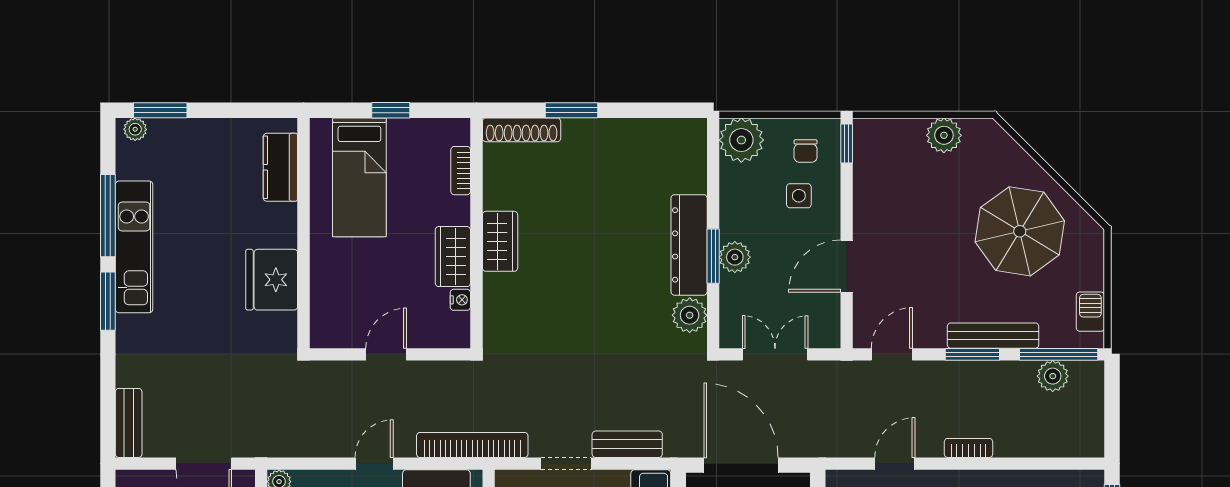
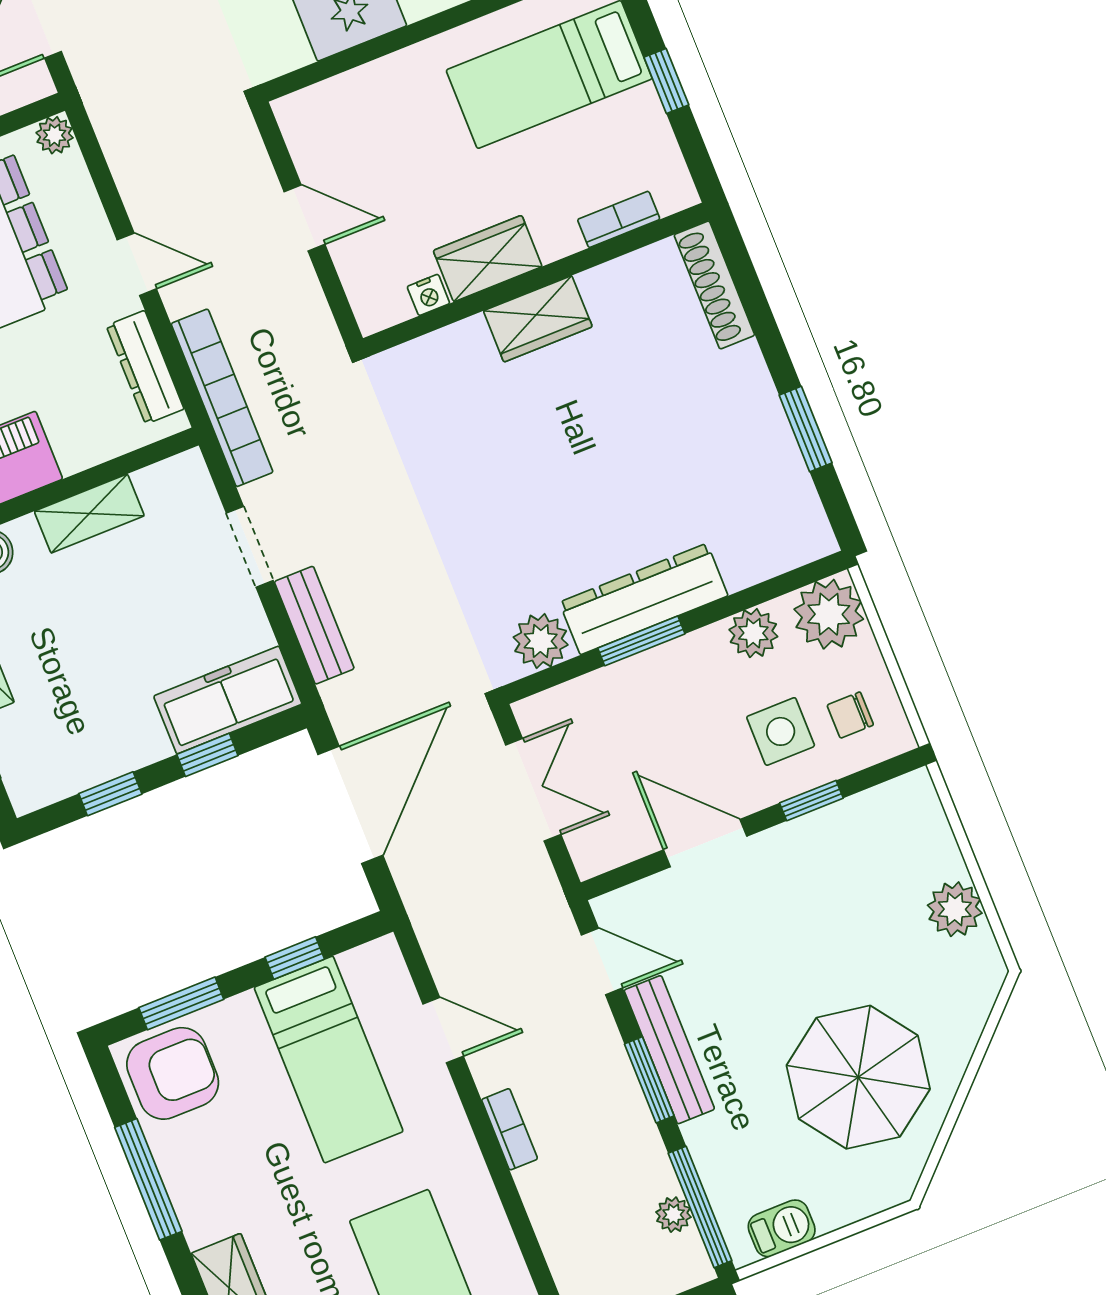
window: (572, 110) -> (806, 429), moved
window: (847, 143) -> (811, 801), moved
side table: (799, 196) -> (781, 731), width x1.37, depth x1.37
plant: (735, 257) -> (753, 633), moved
bench: (993, 336) -> (669, 1050), moved
plant: (1053, 376) -> (674, 1215), width x0.73, depth x0.73

